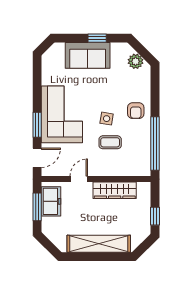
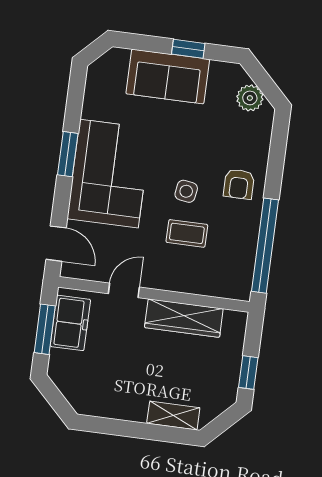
window: (37, 125) -> (68, 154), moved
door: (37, 158) -> (56, 244), hinge flipped
shelving: (99, 244) -> (173, 415), width x0.45, depth x0.75

